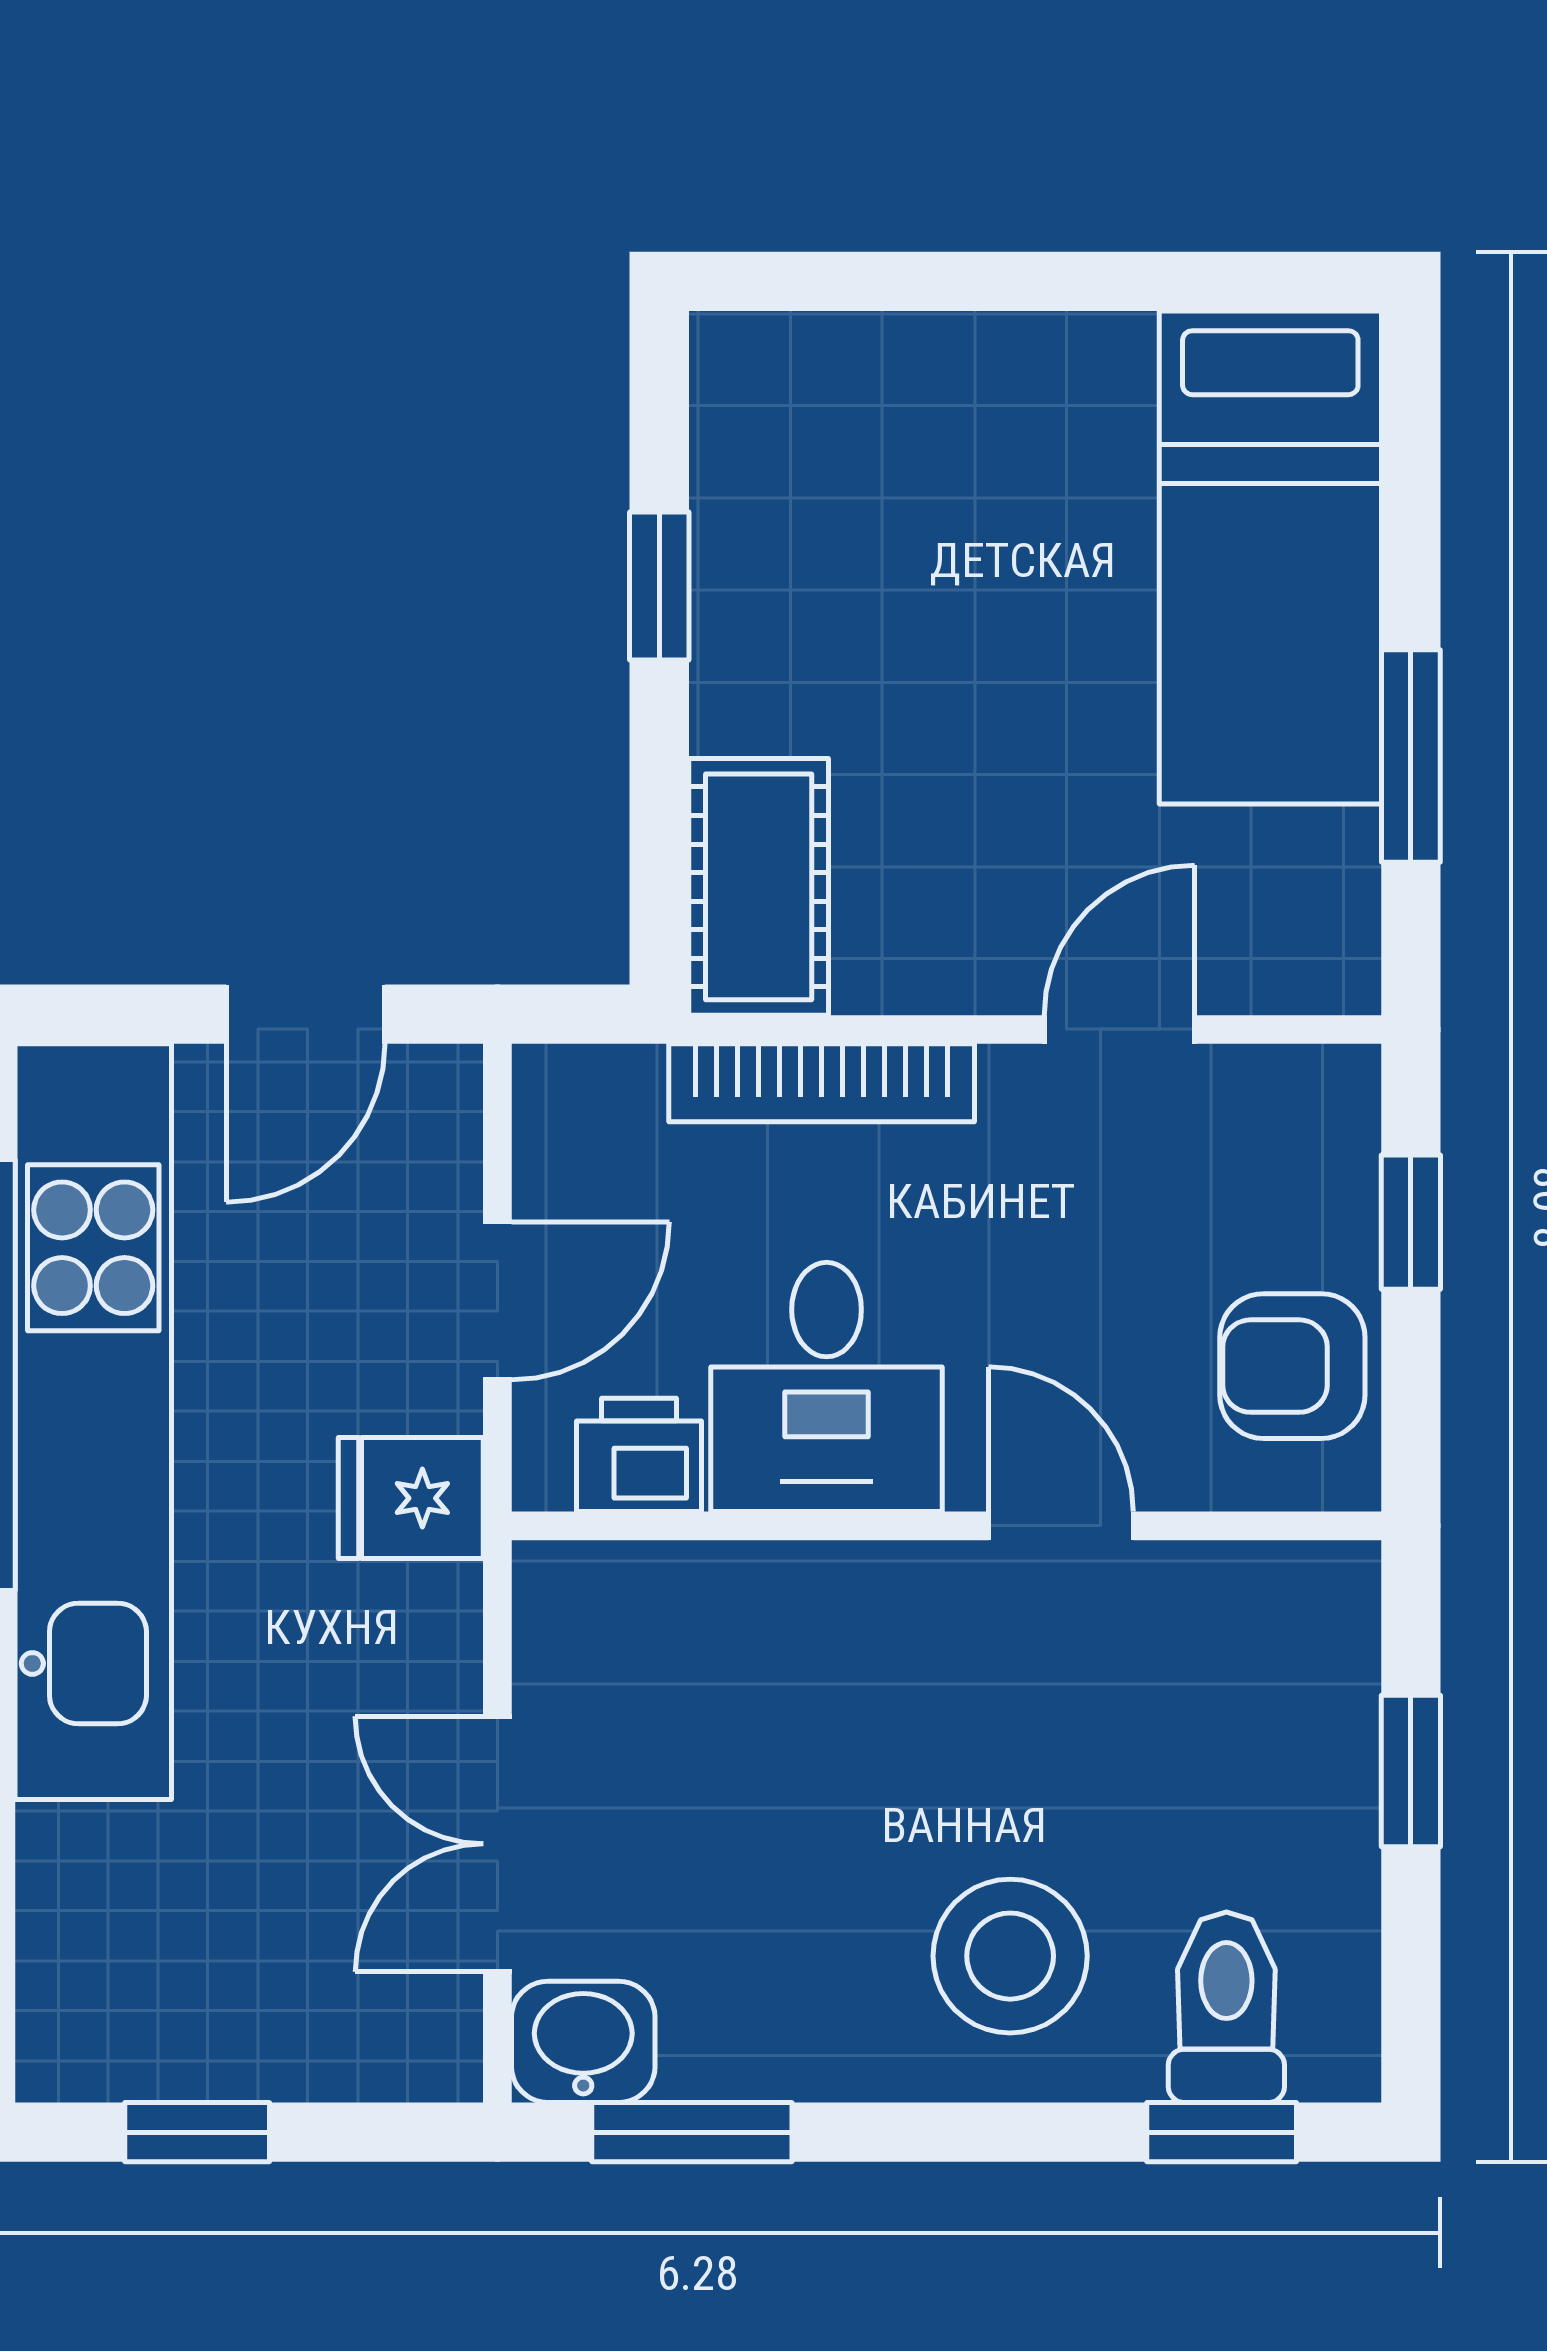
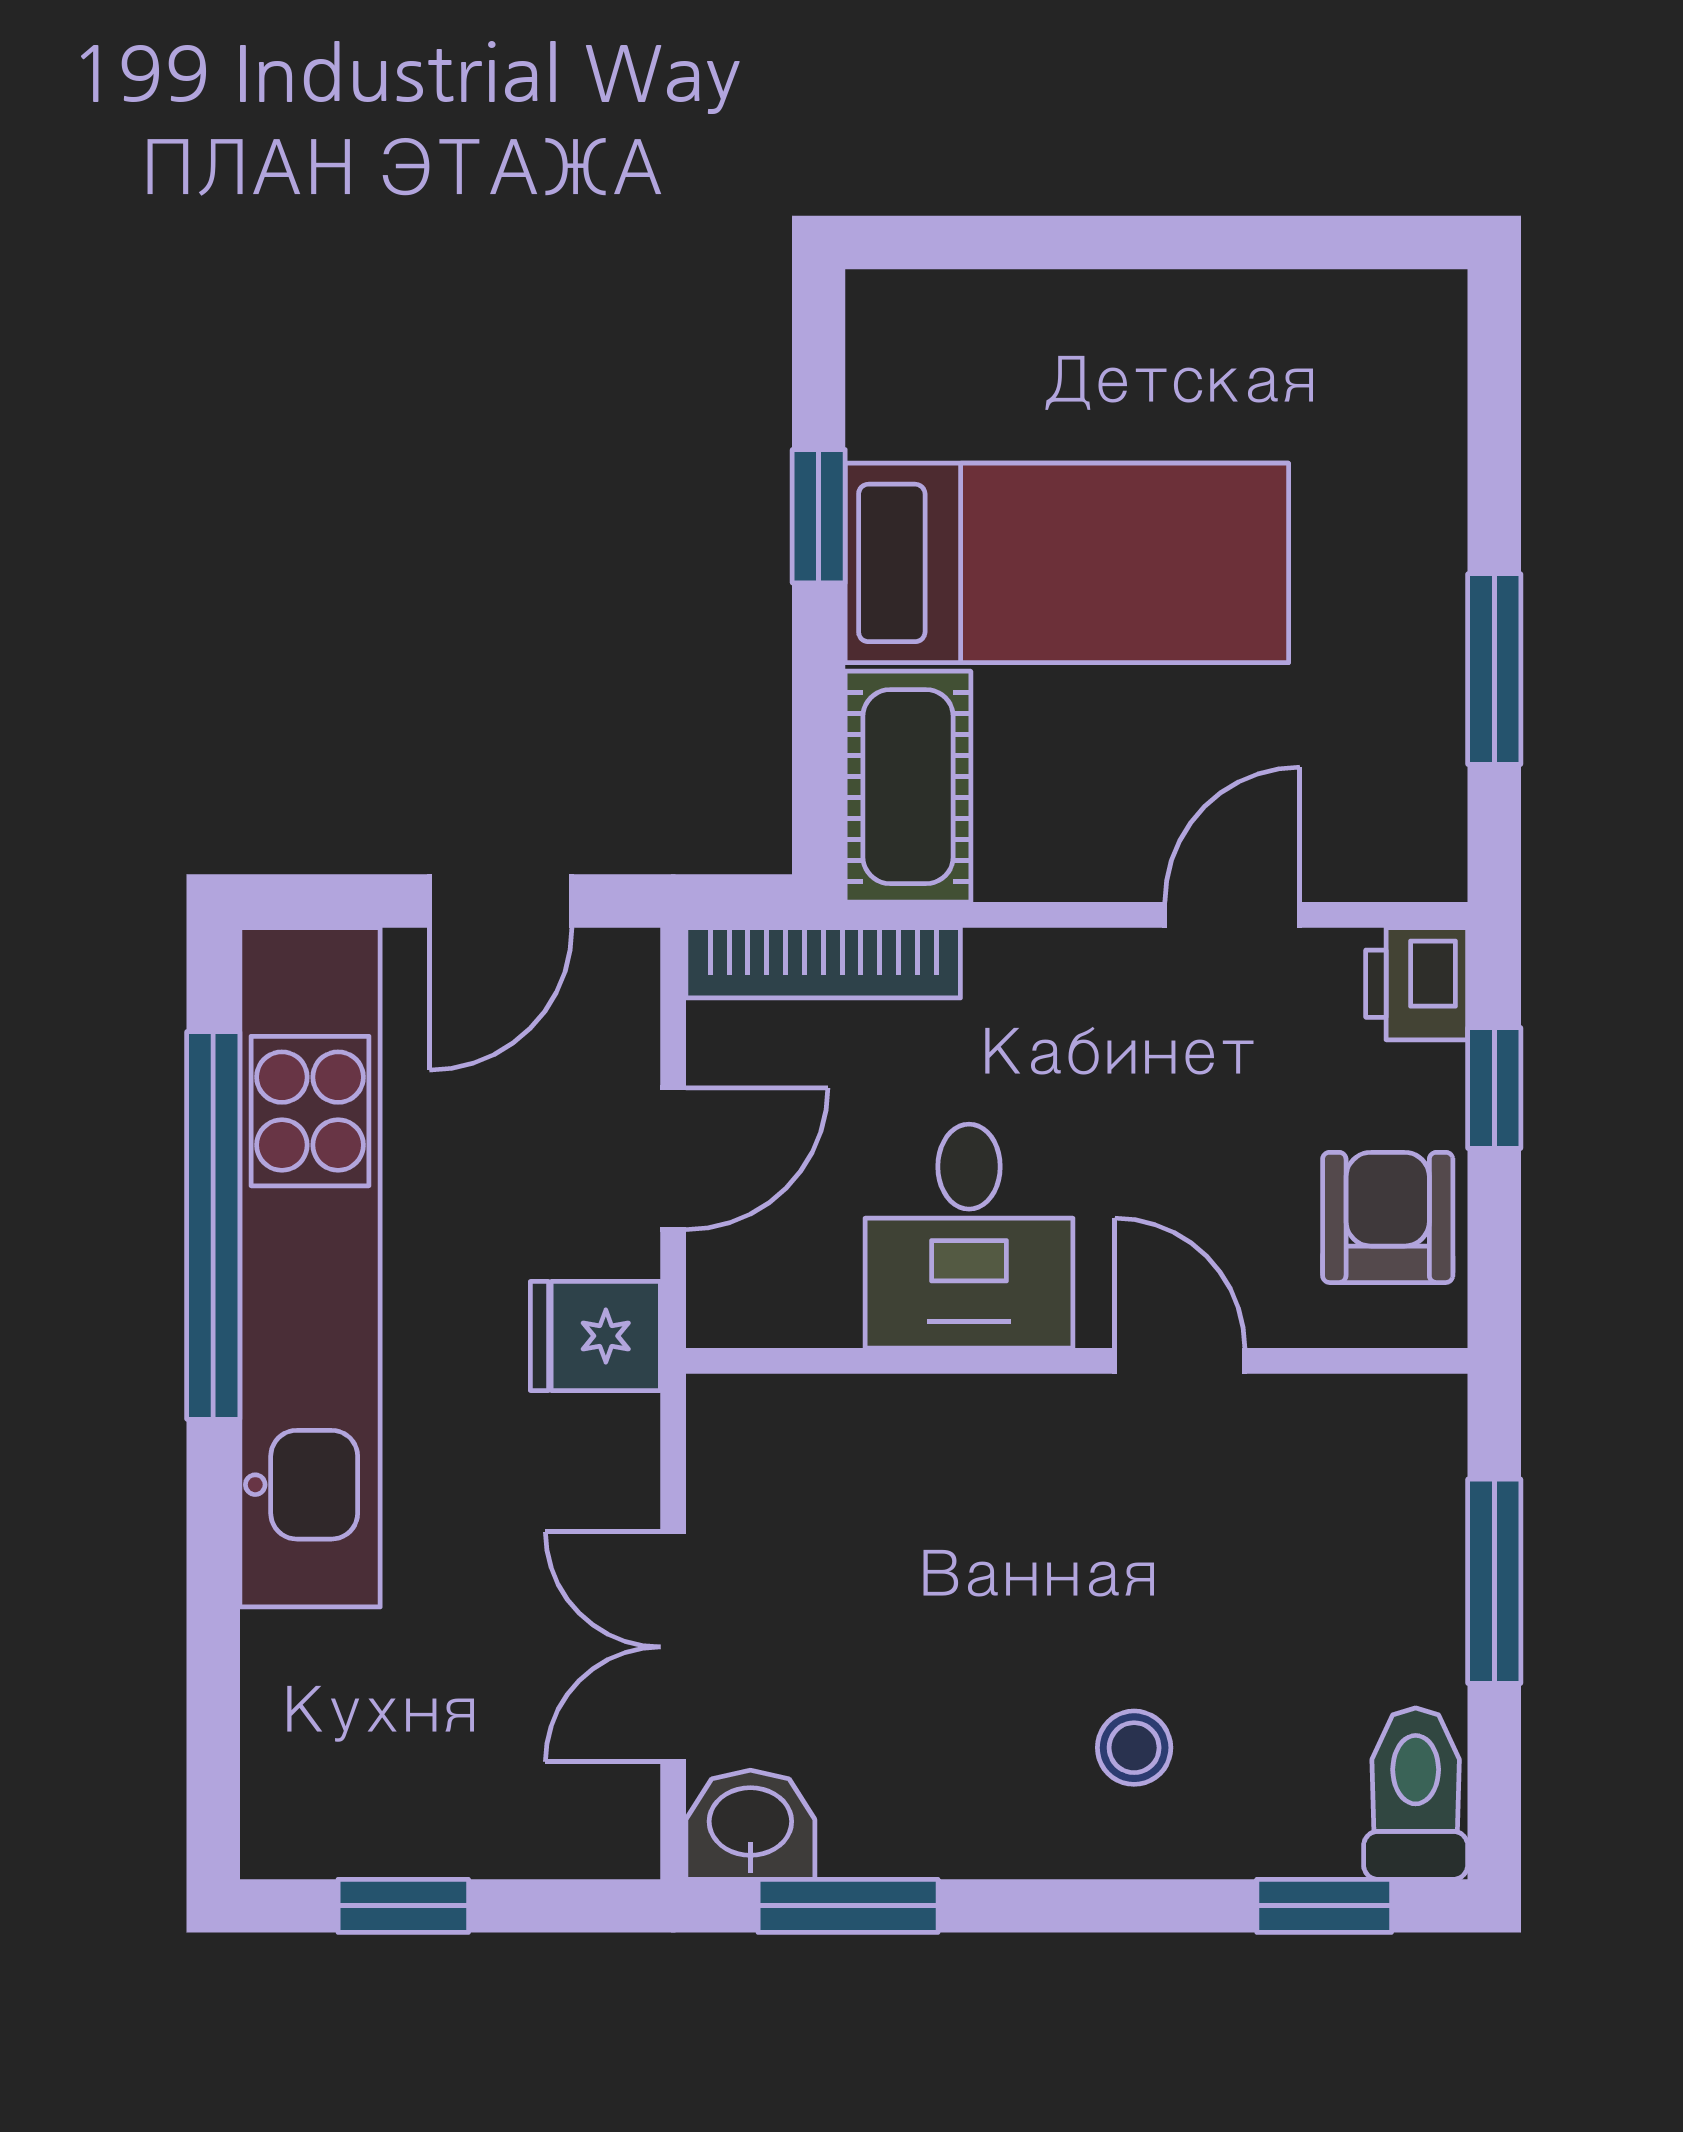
bed: (1270, 558) -> (1067, 563), moved, turned -90
bookcase: (822, 1083) -> (823, 963), moved
armchair: (1292, 1366) -> (1388, 1217), turned 90
printer: (639, 1455) -> (1417, 984), moved, turned -90
window: (1411, 1771) -> (1494, 1581), width x1.50
stool: (1010, 1956) -> (1134, 1748), width x0.53, depth x0.53
toilet: (1226, 2007) -> (1416, 1794), moved

